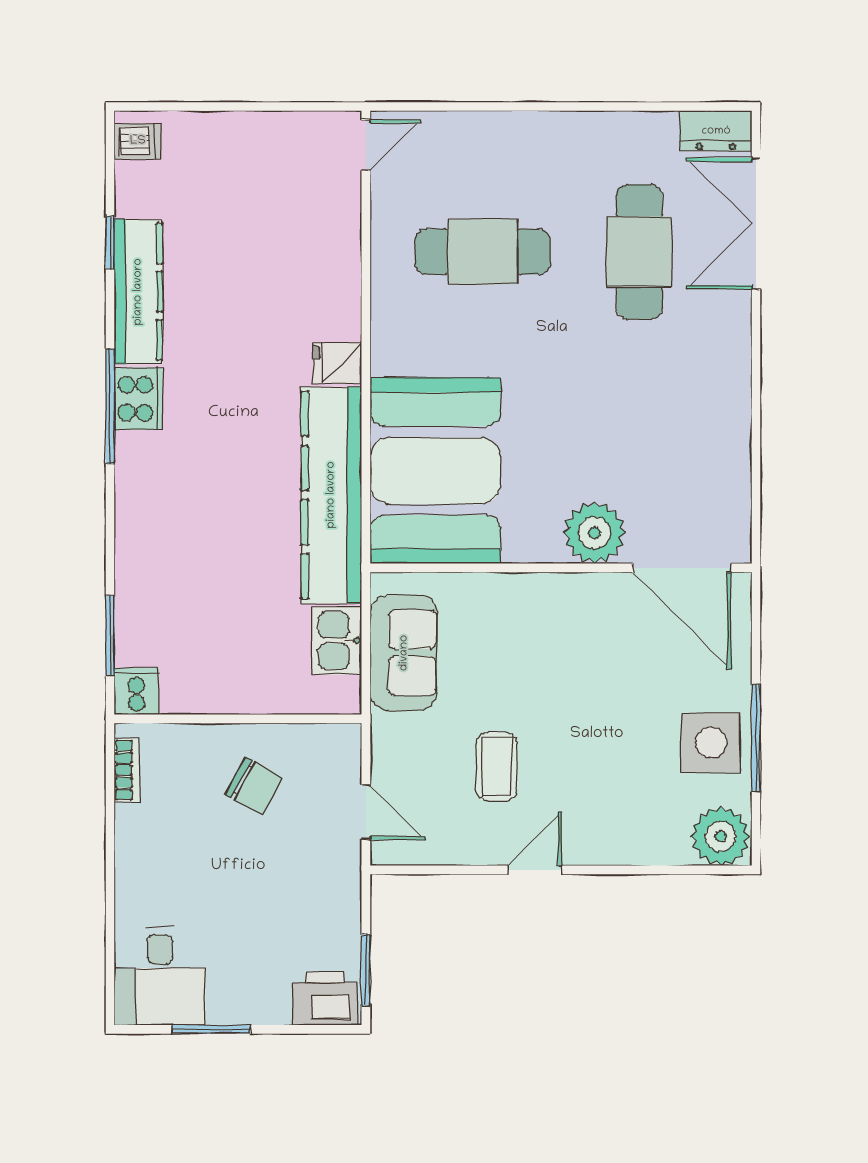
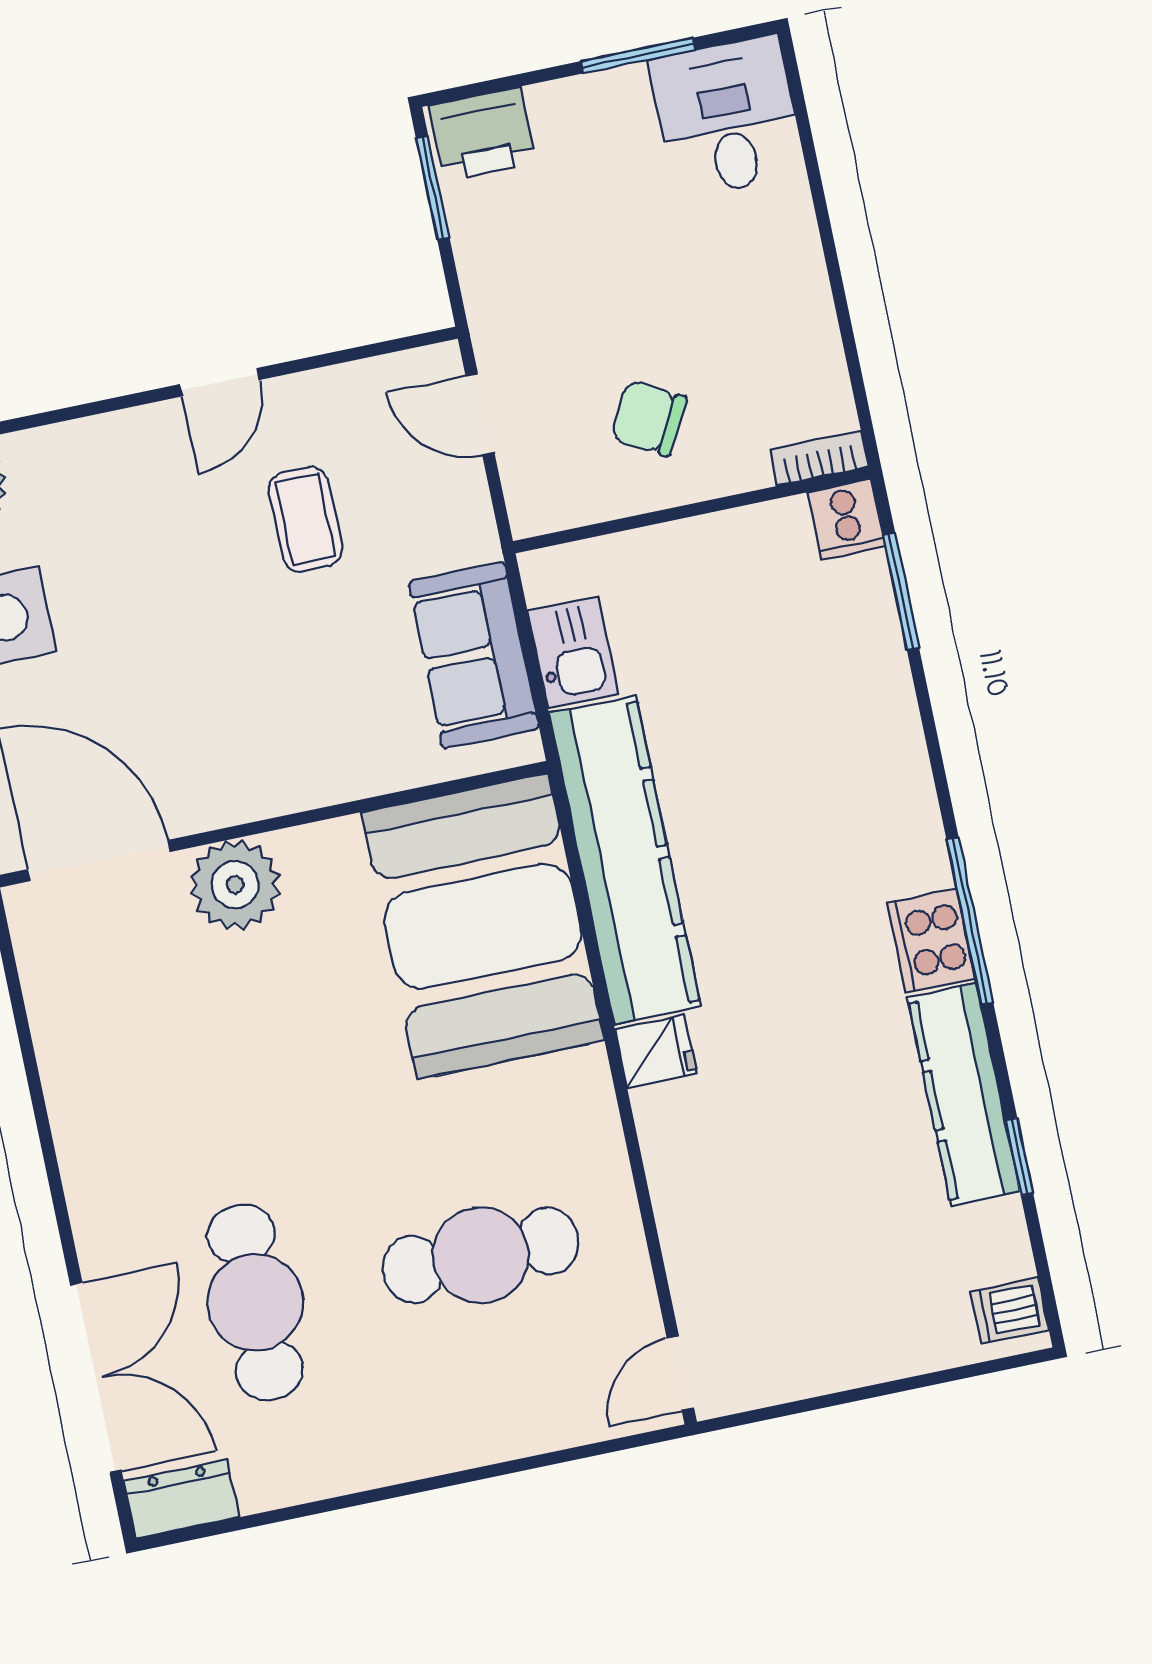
bookcase: (127, 770) -> (819, 458), moved, turned 90

